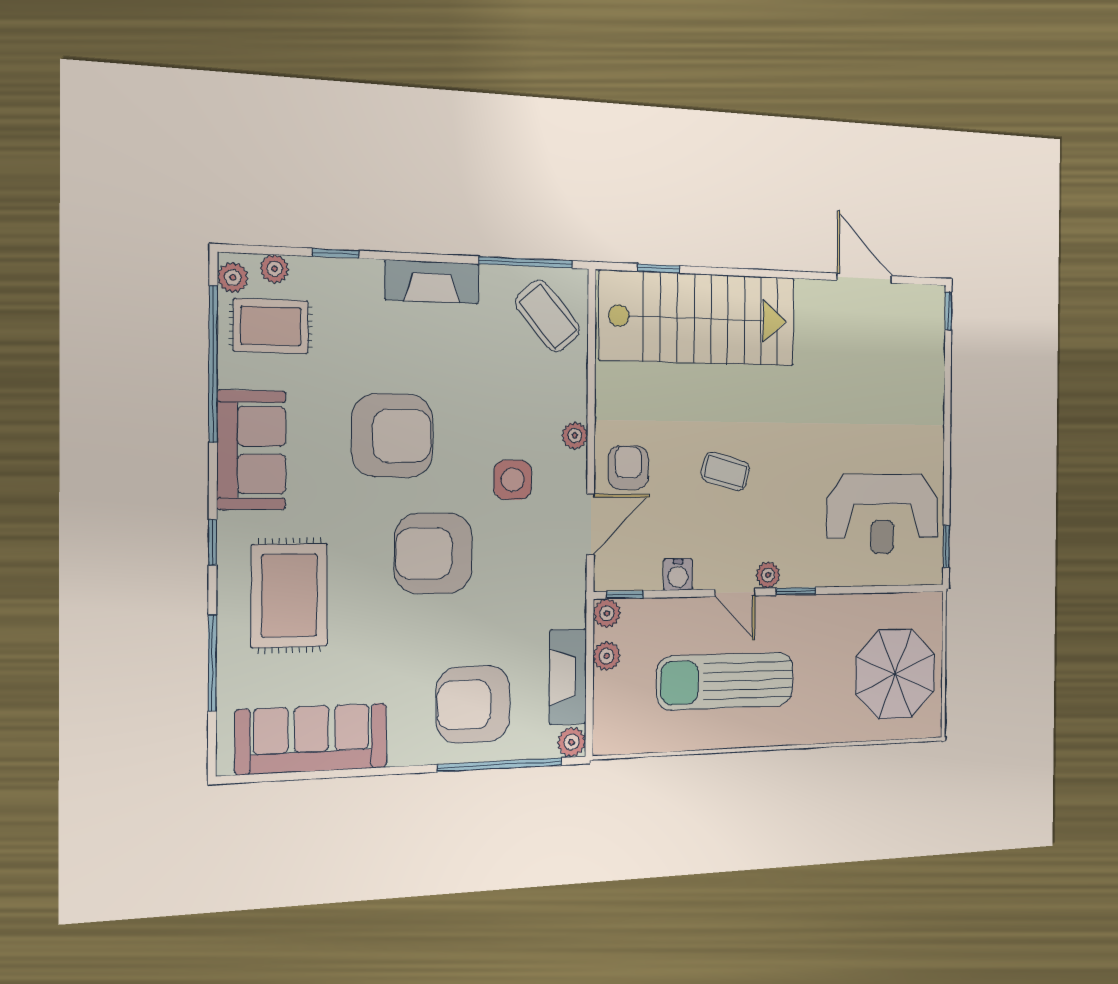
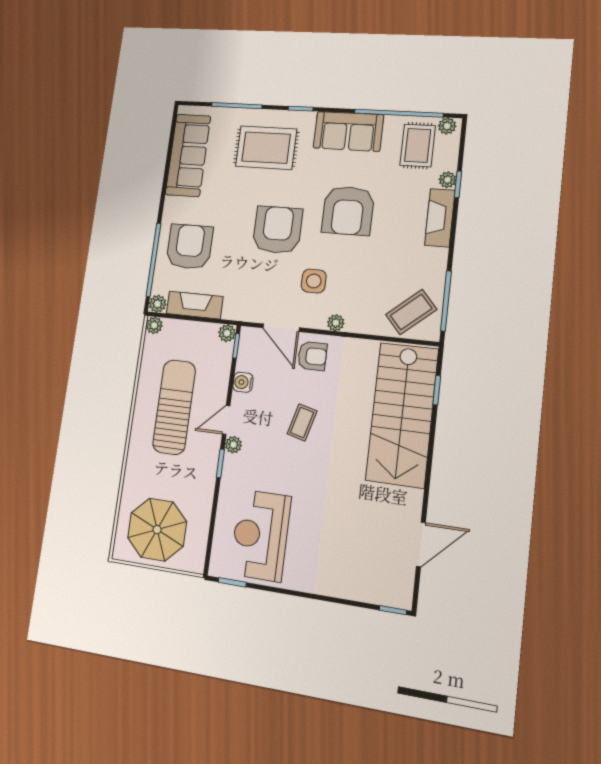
plant: (274, 269) -> (447, 180), moved
fireplace: (432, 282) -> (440, 218), moved
plant: (607, 656) -> (154, 325), moved

